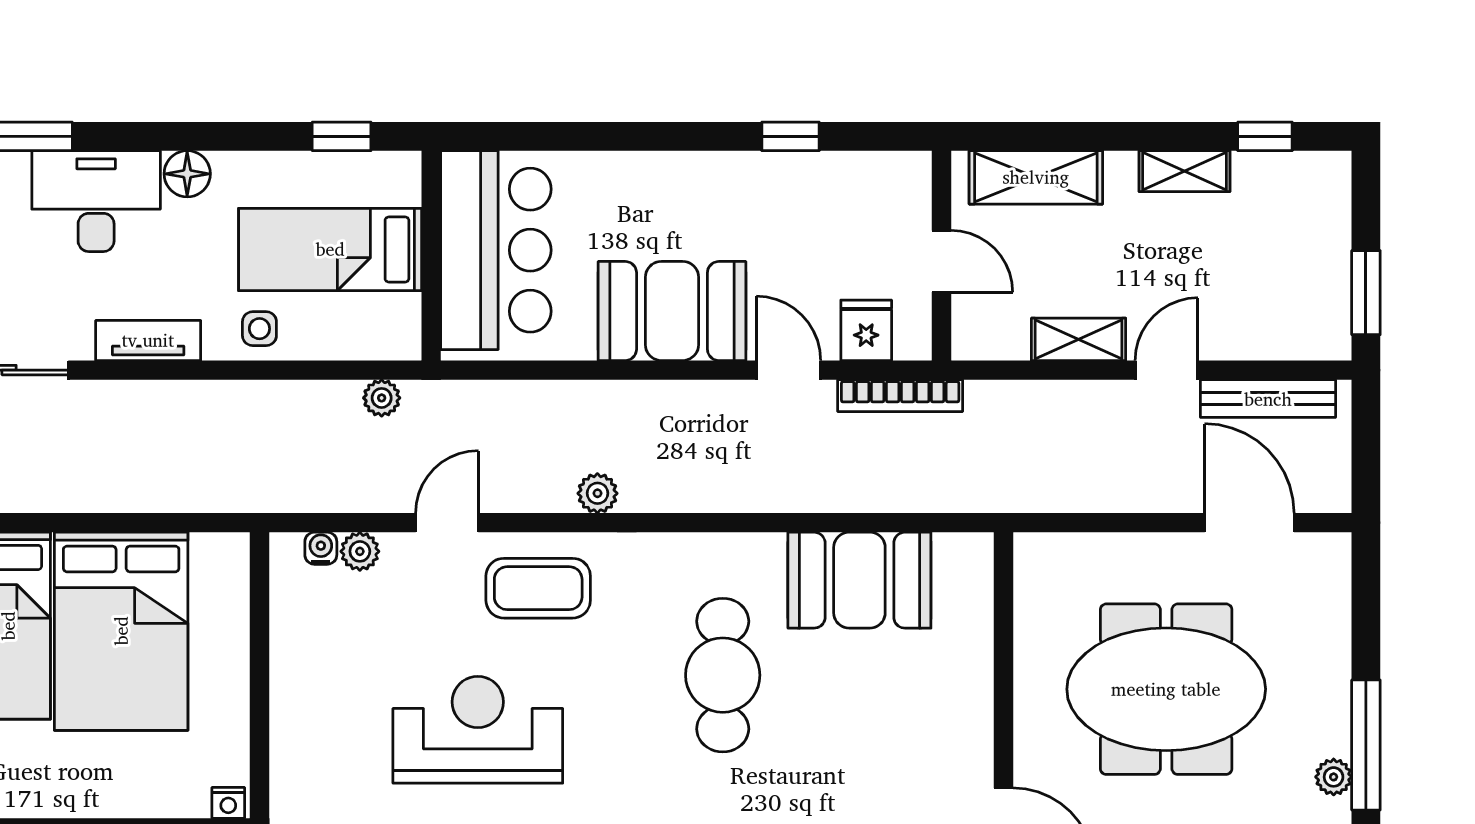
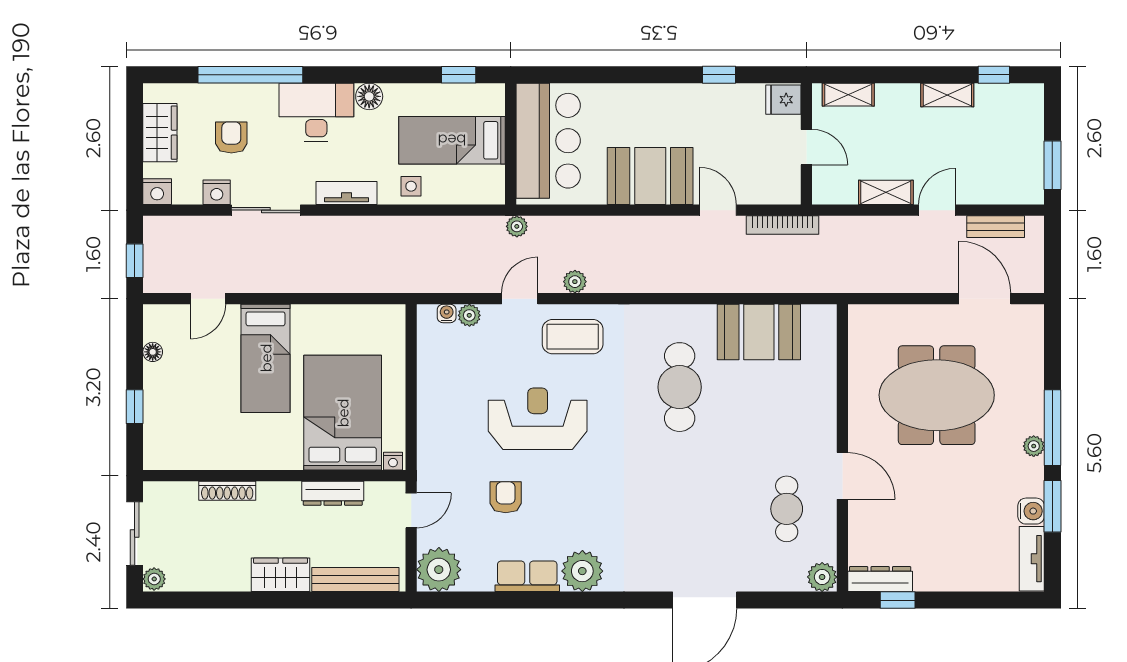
shelving: (1036, 177) -> (848, 95), width x0.67, depth x0.75
fridge: (866, 330) -> (783, 100), moved, turned -90
plant: (382, 398) -> (517, 226), moved
bench: (1268, 399) -> (996, 227), width x0.73
plant: (597, 493) -> (575, 282), moved
bed: (121, 631) -> (343, 413), moved, turned 180

